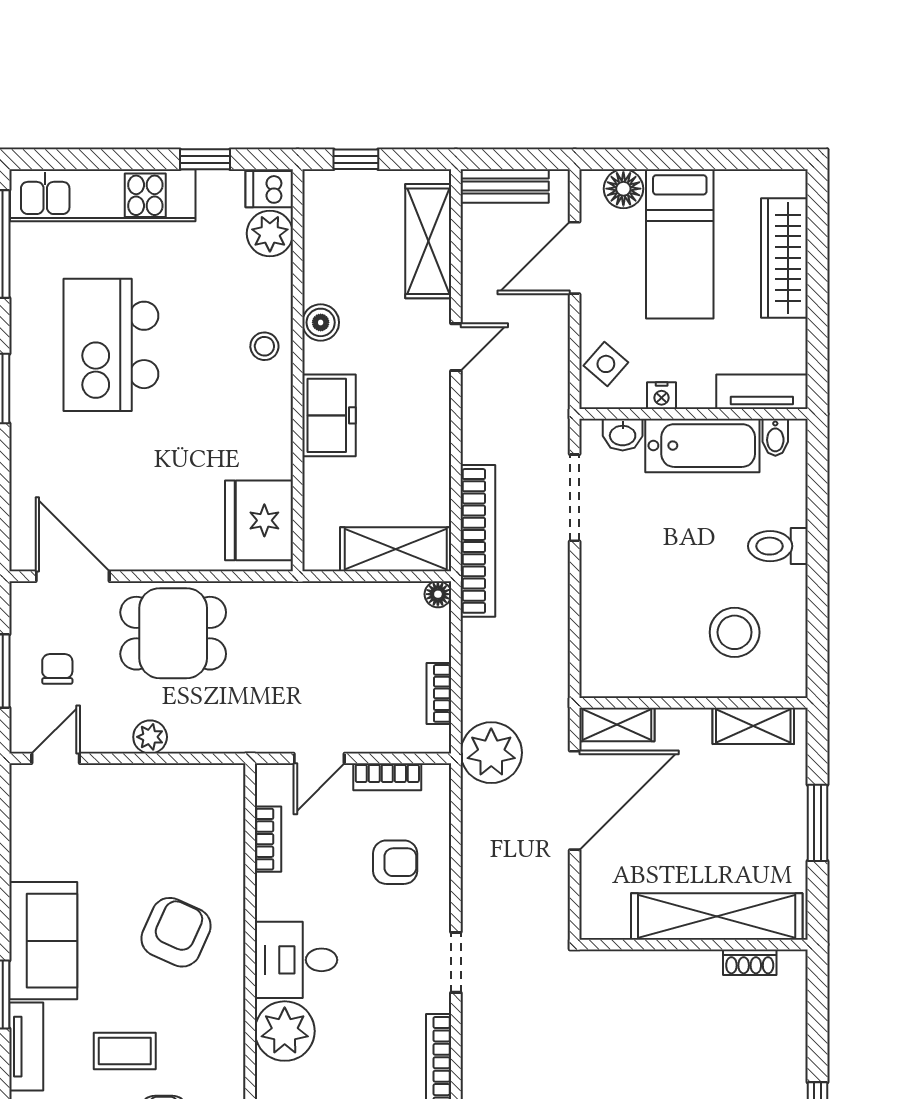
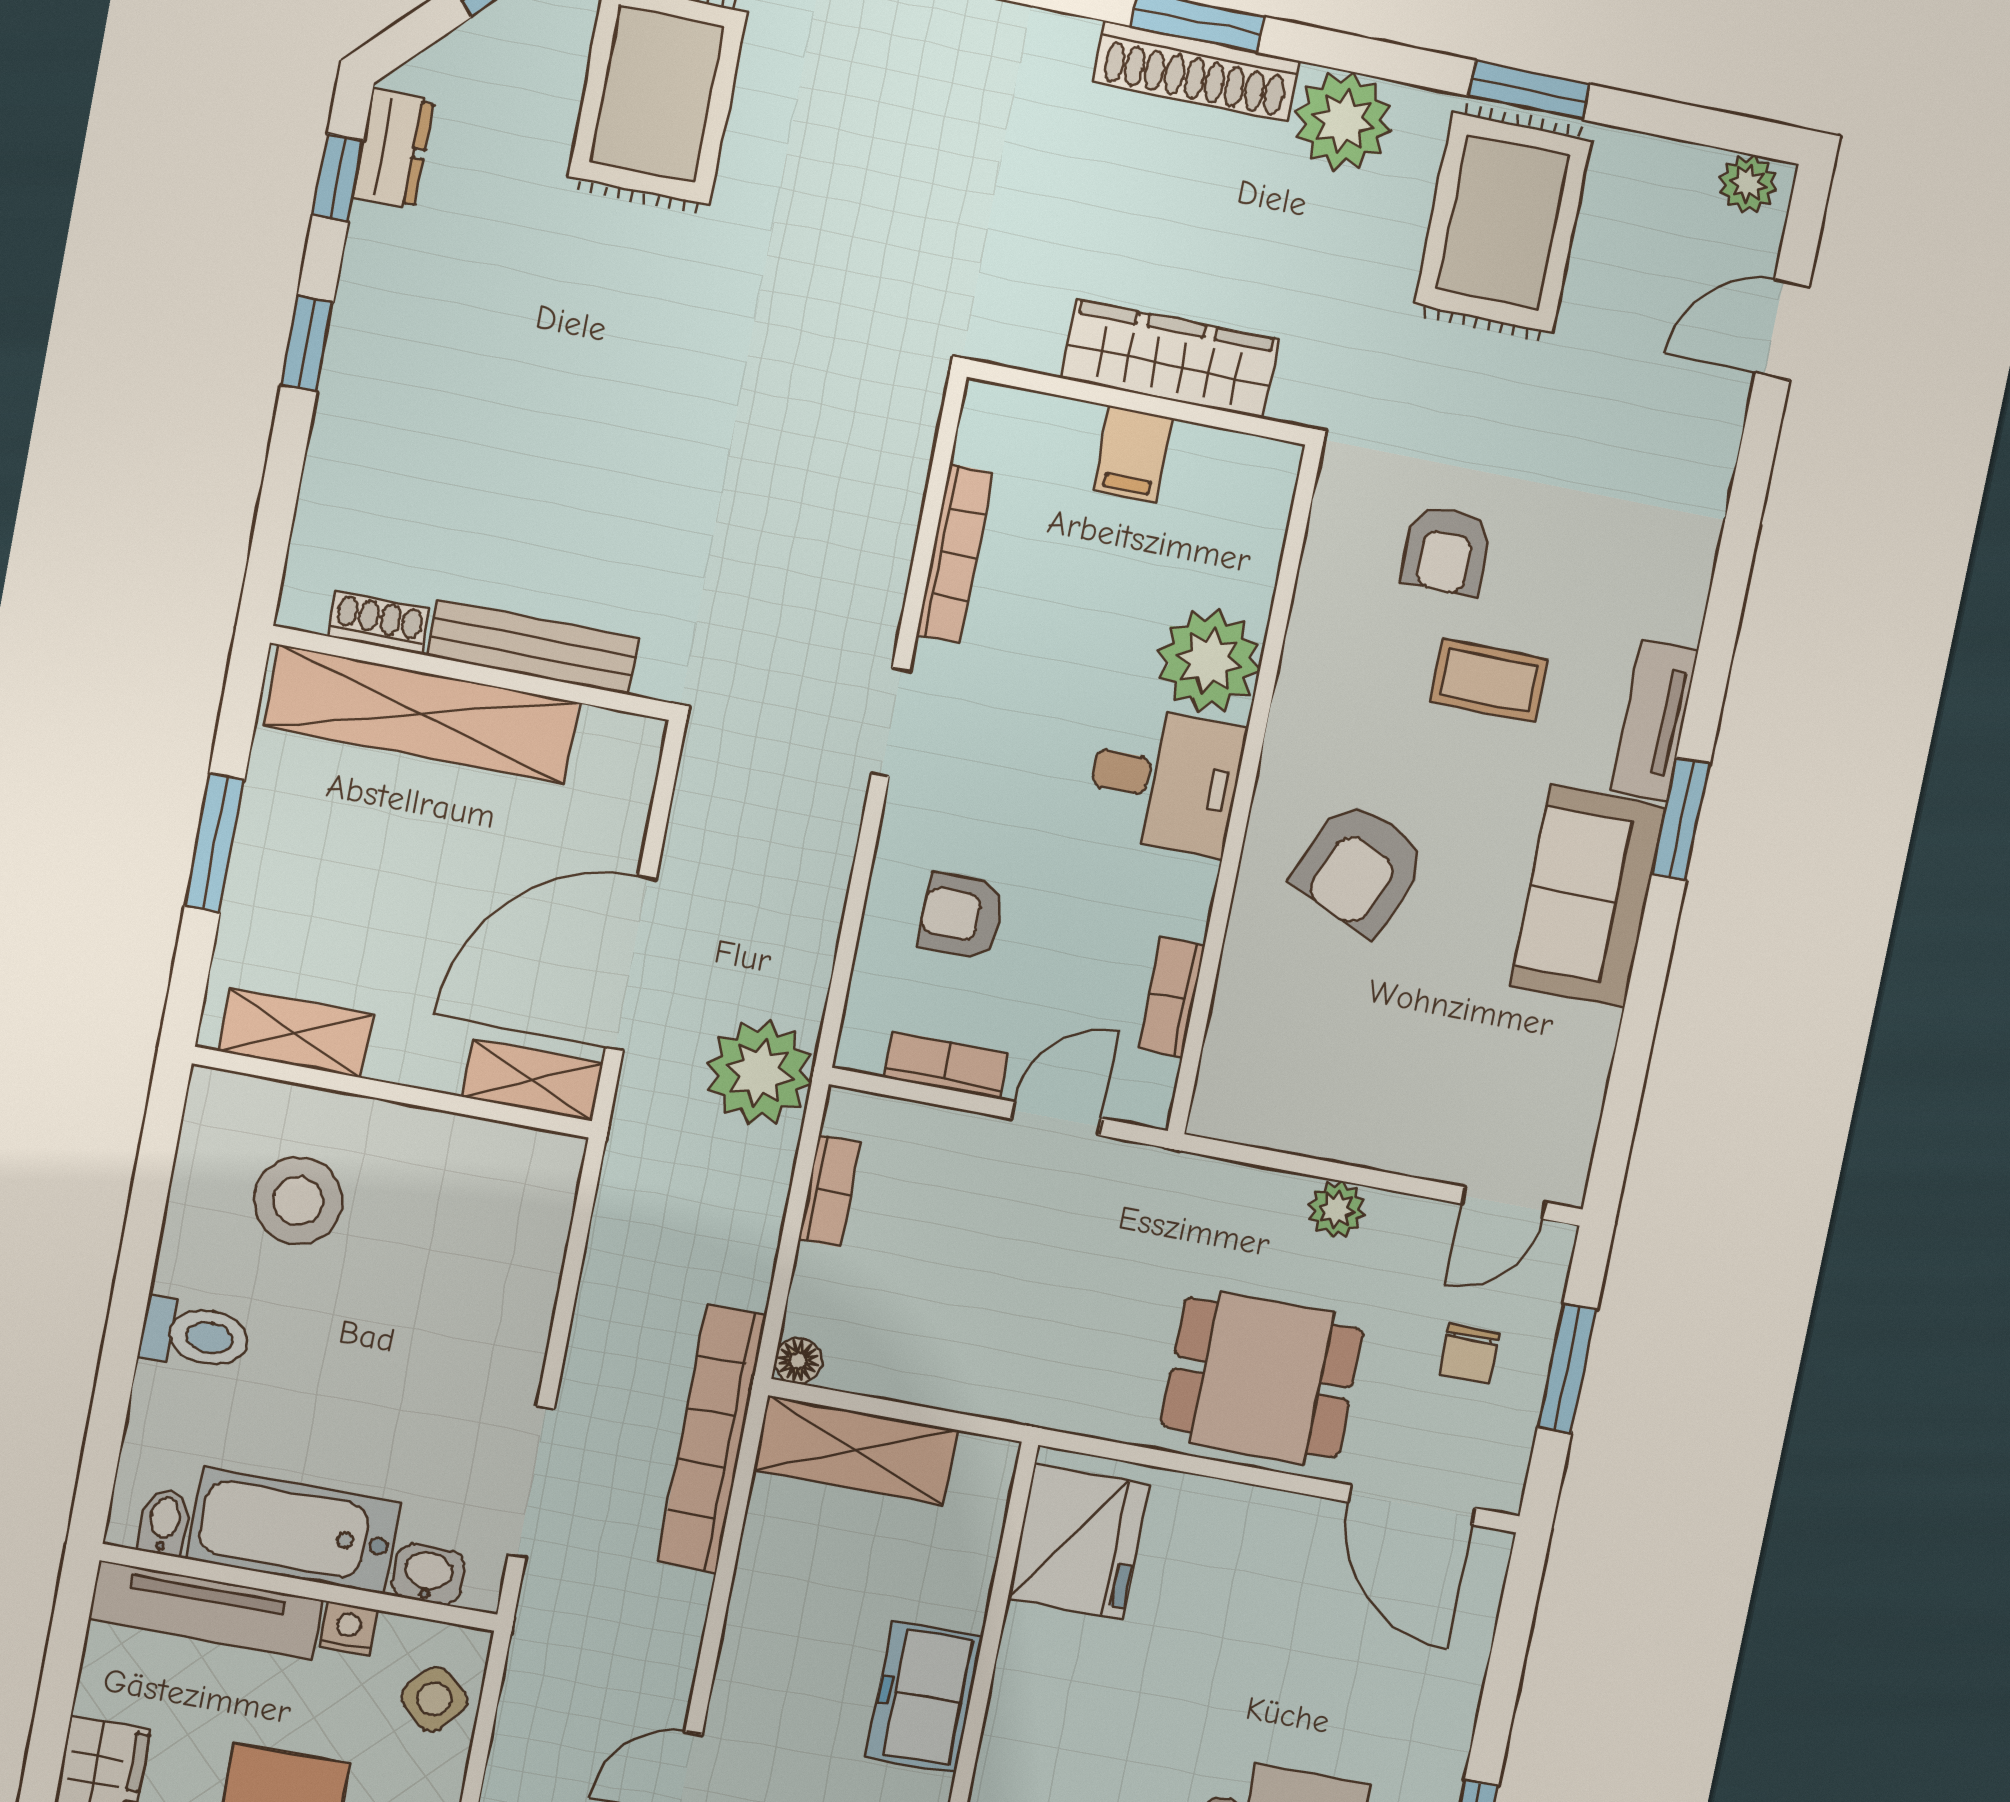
tv unit: (762, 392) -> (206, 1610), width x1.41
bench: (662, 965) -> (533, 647), added

